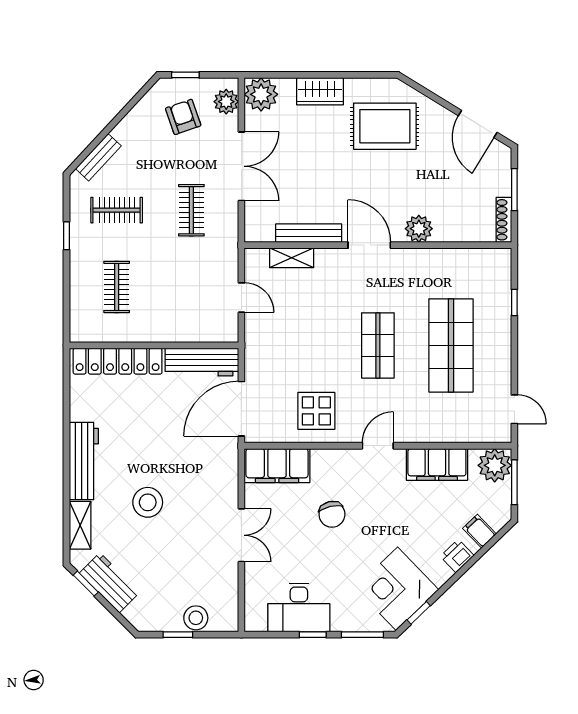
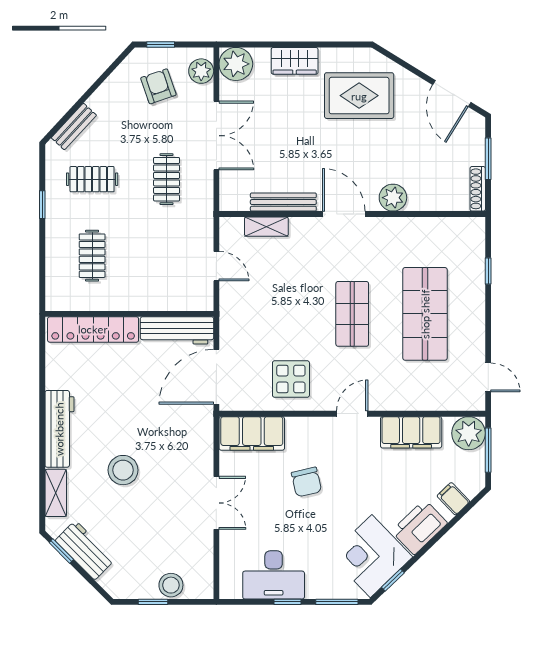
printer: (457, 556) -> (419, 527), width x1.87, depth x1.48

